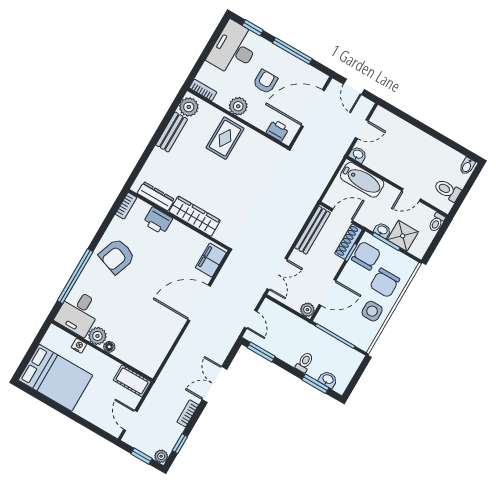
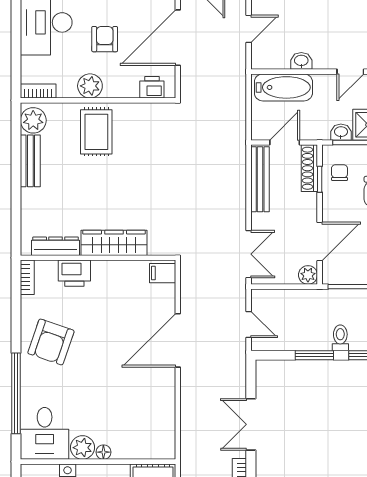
washbasin: (358, 155) -> (301, 61), moved
chair: (366, 256) -> (339, 173), width x0.54, depth x0.54
filing cabinet: (211, 260) -> (163, 273), width x0.50
window: (261, 352) -> (314, 355), moved

